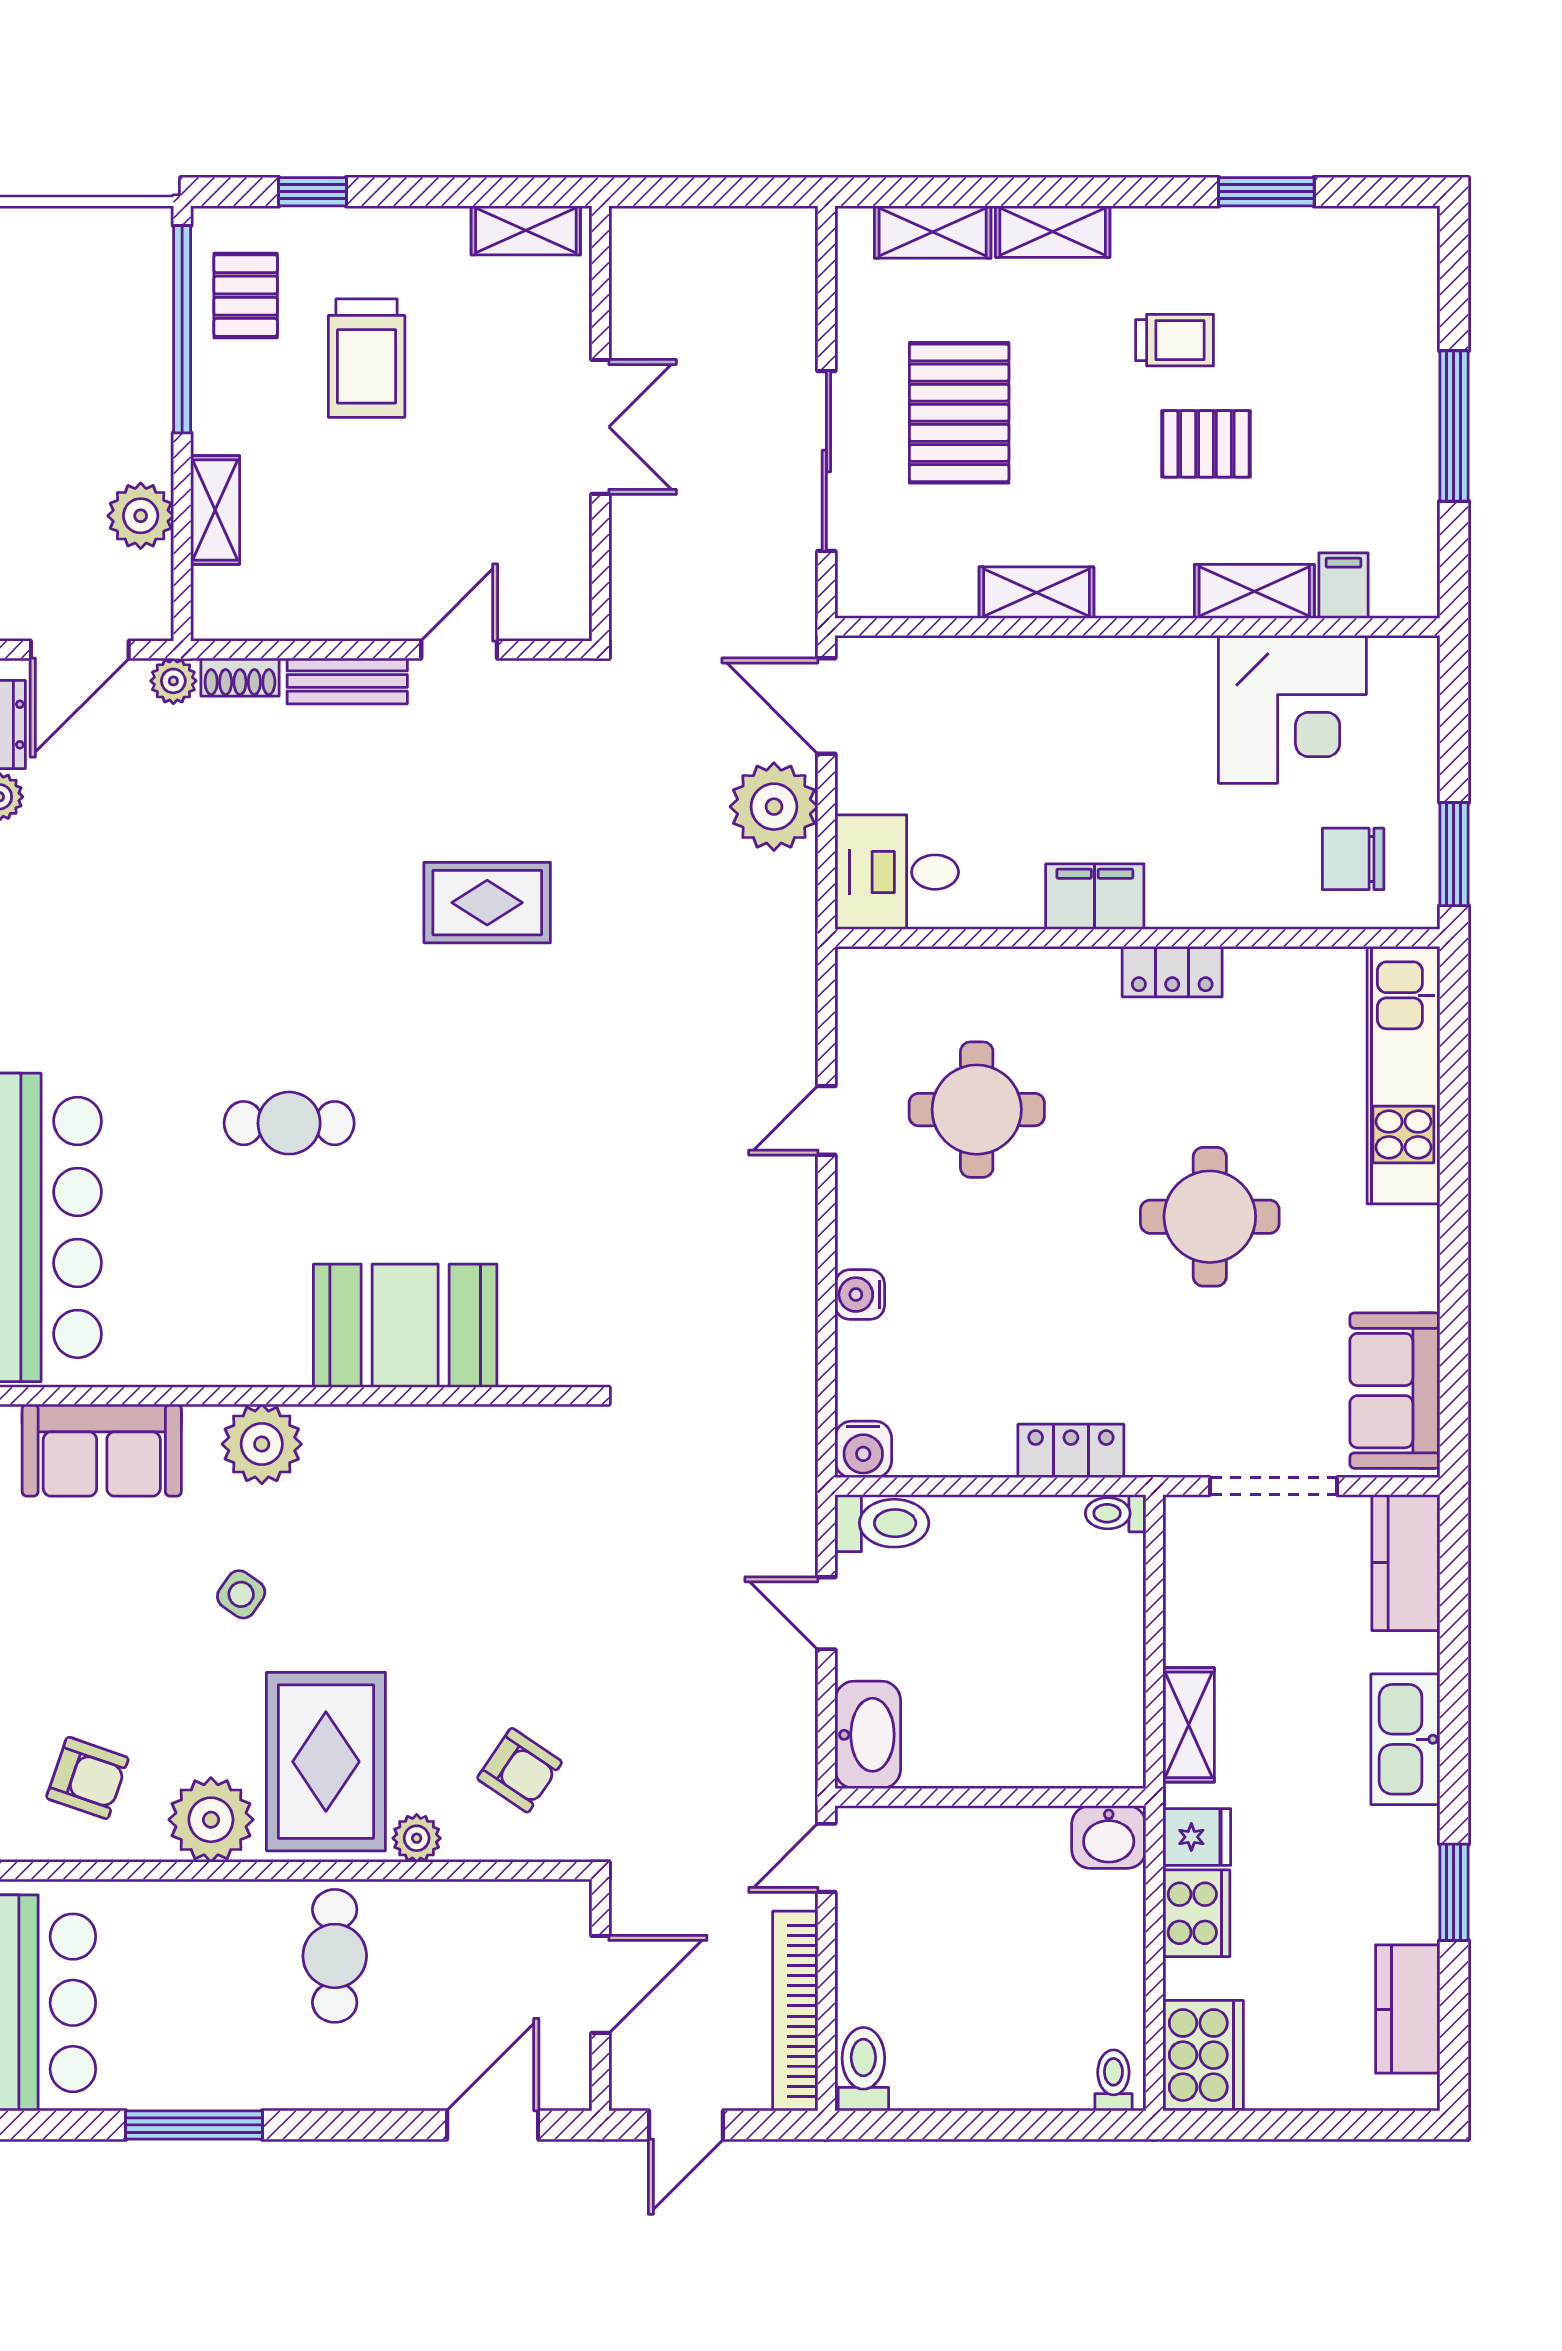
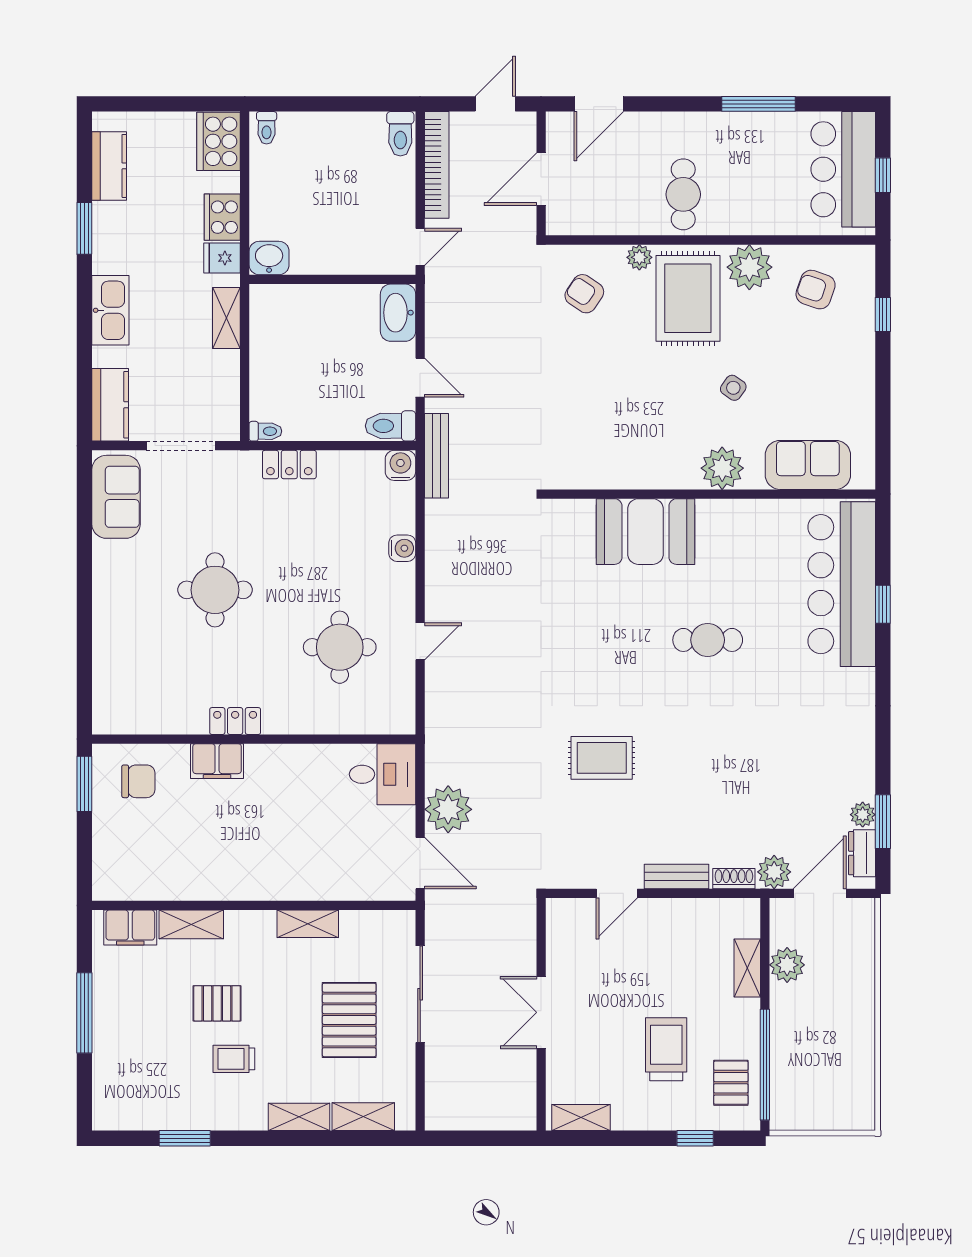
filing cabinet: (1343, 586) -> (130, 928), width x2.00
plant: (173, 681) -> (774, 872), width x1.38, depth x1.38
corner desk: (1292, 709) -> (171, 861), removed
filing cabinet: (1095, 897) -> (217, 761), moved
kitchen unit: (1403, 1075) -> (111, 666), removed
bench: (796, 1467) -> (437, 456), added

